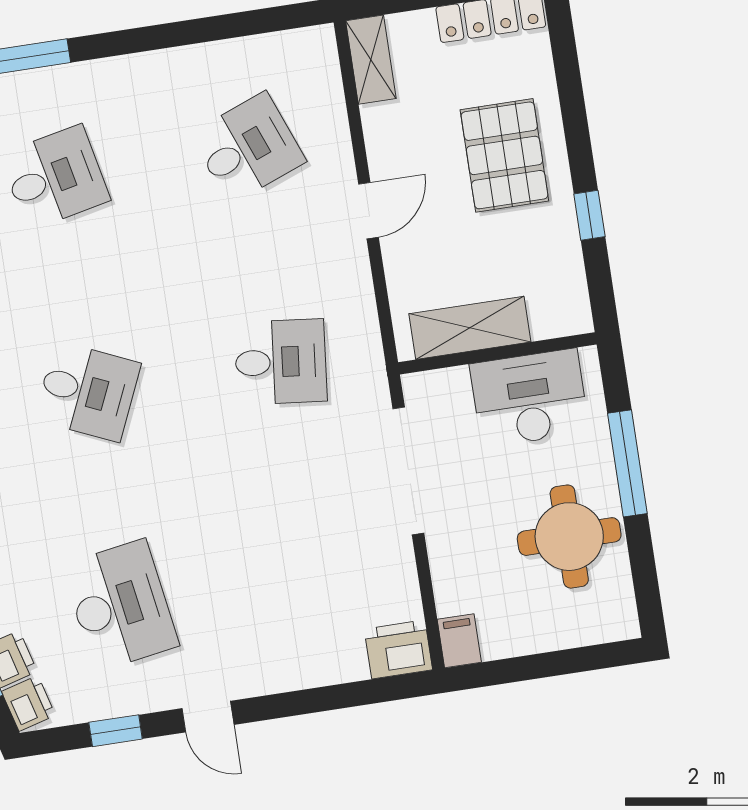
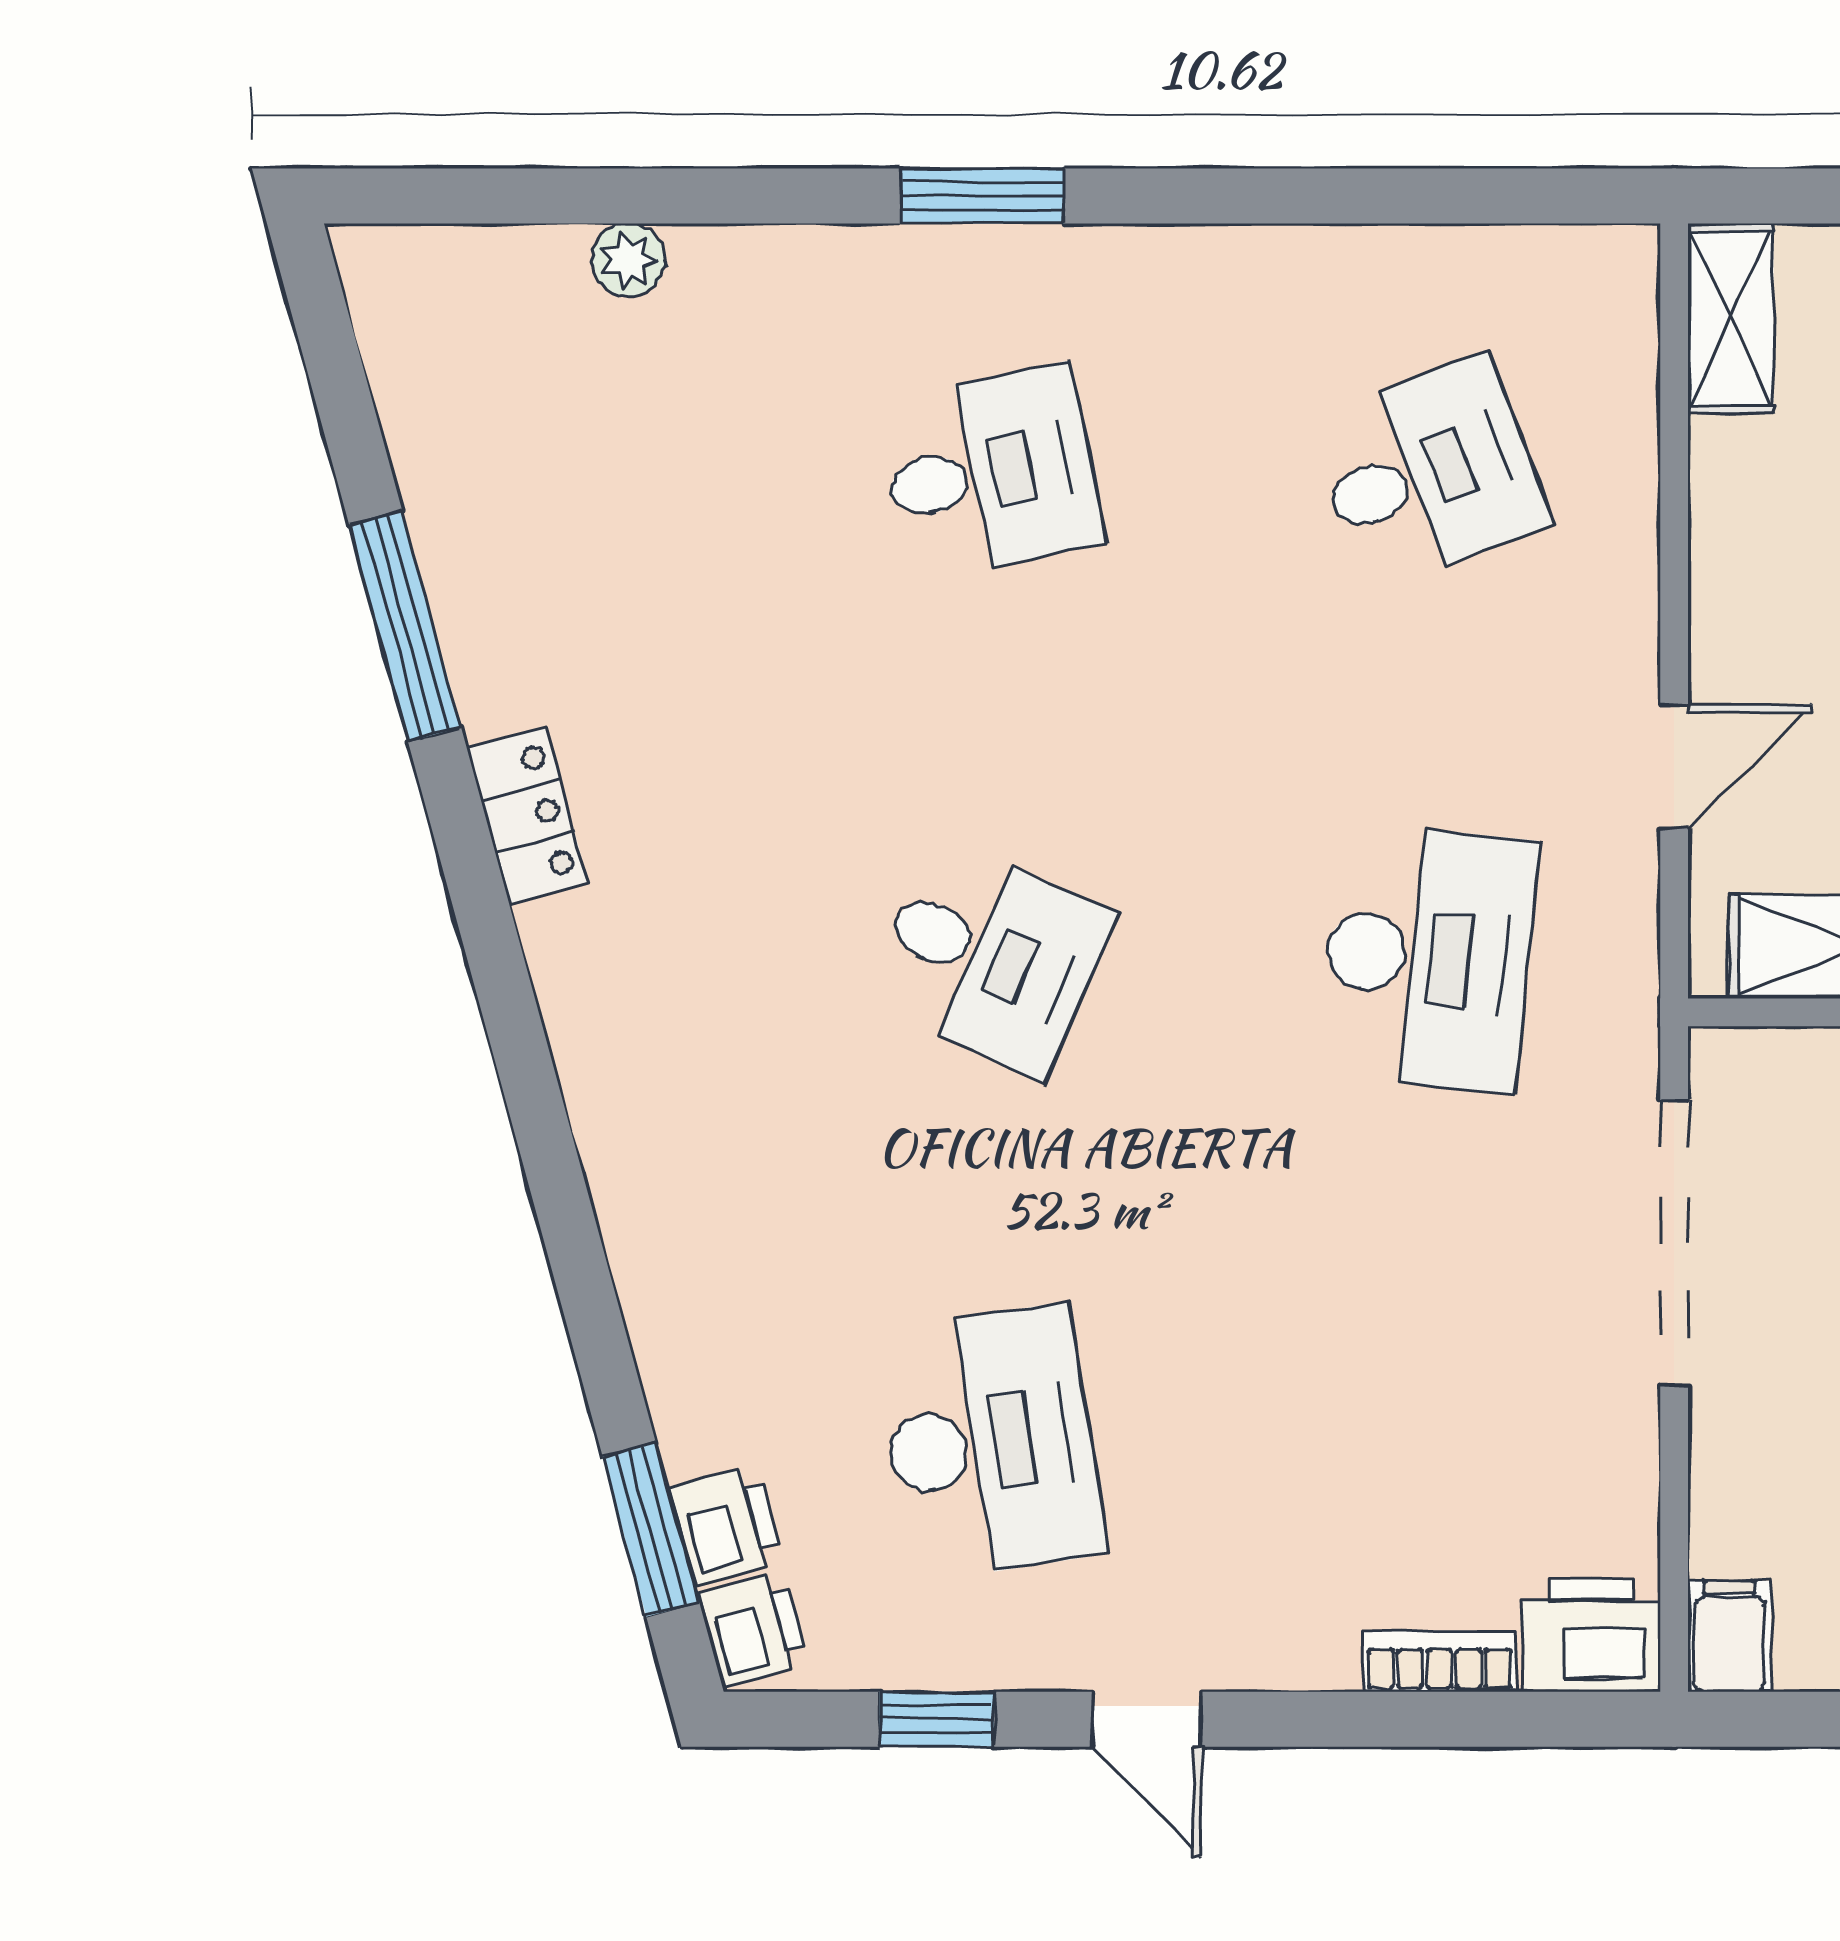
door: (369, 211) -> (1674, 766), moved
desk: (281, 362) -> (1428, 958), width x1.37
bookcase: (333, 671) -> (1439, 1661), added

